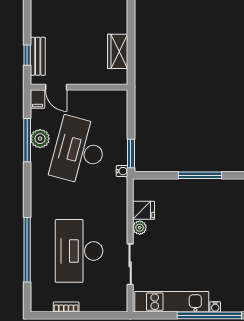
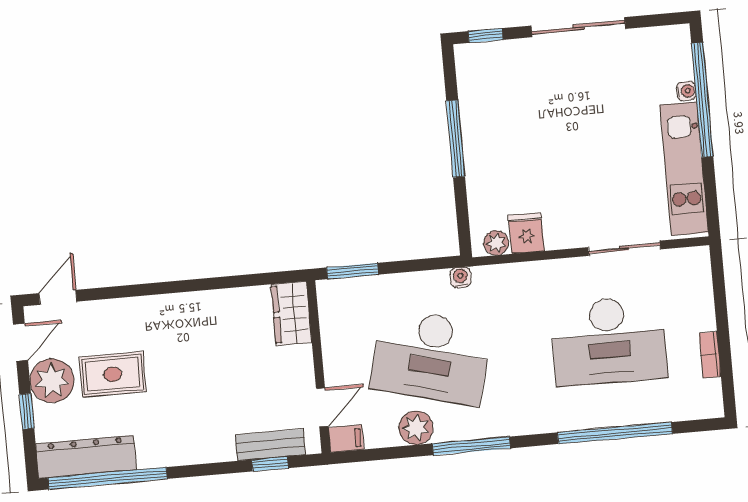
wardrobe: (118, 51) -> (291, 313), moved, turned 90
window: (27, 140) -> (471, 446), moved
window: (131, 154) -> (352, 271), moved
plant: (140, 228) -> (496, 243), moved

